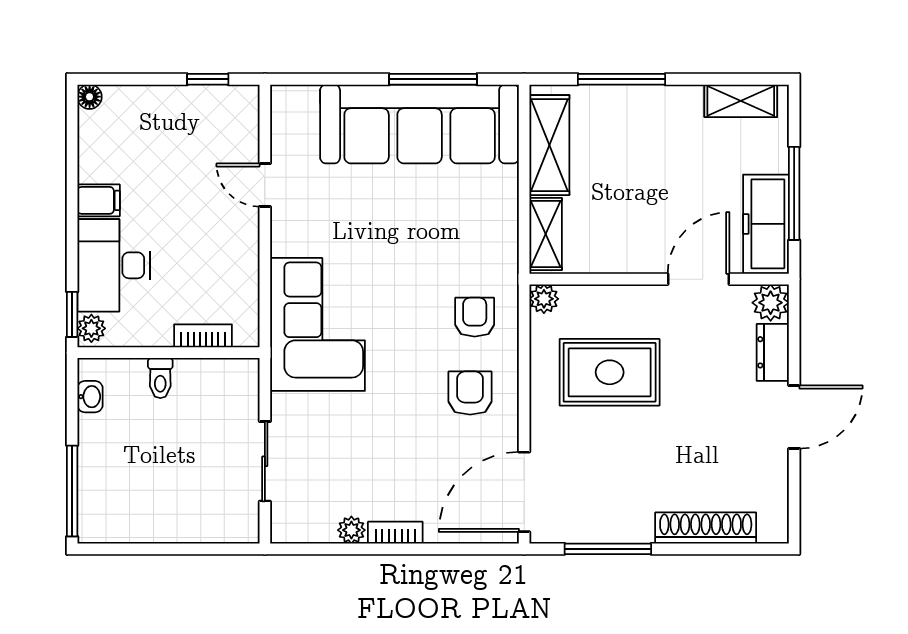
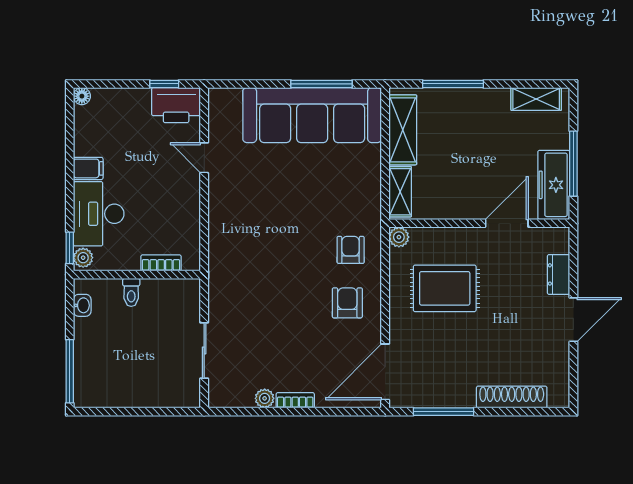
printer: (225, 110) -> (176, 105), added
plant: (771, 303) -> (557, 240), removed
corner sofa: (318, 324) -> (241, 255), removed

